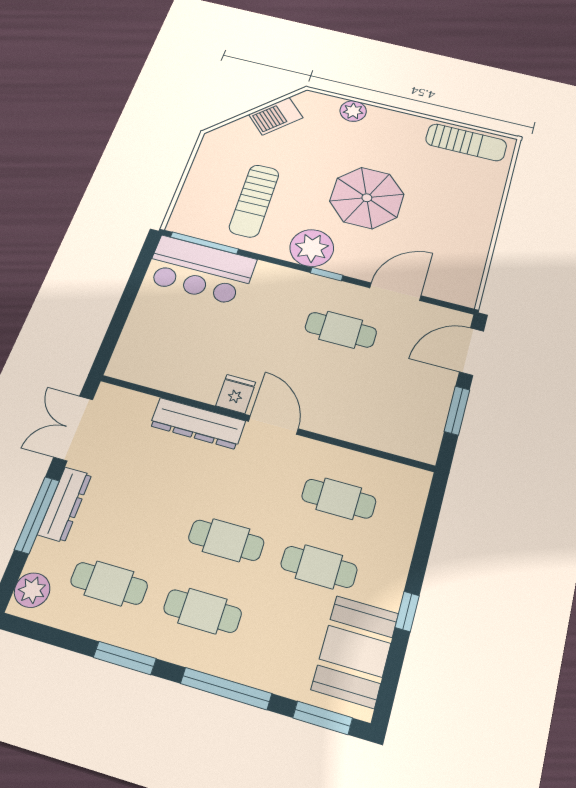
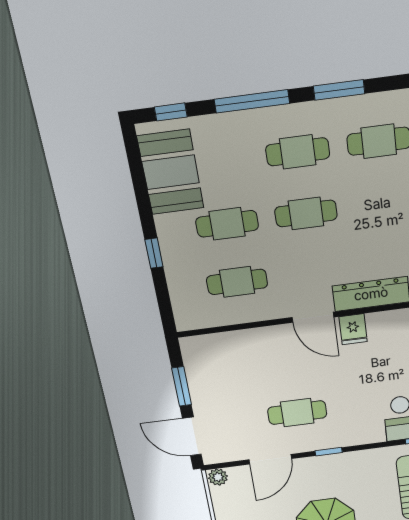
plant: (312, 248) -> (218, 477), moved, width x0.53, depth x0.53
door: (472, 351) -> (192, 436), swing flipped
window: (407, 611) -> (154, 253), moved
window: (323, 718) -> (171, 112), width x0.67

